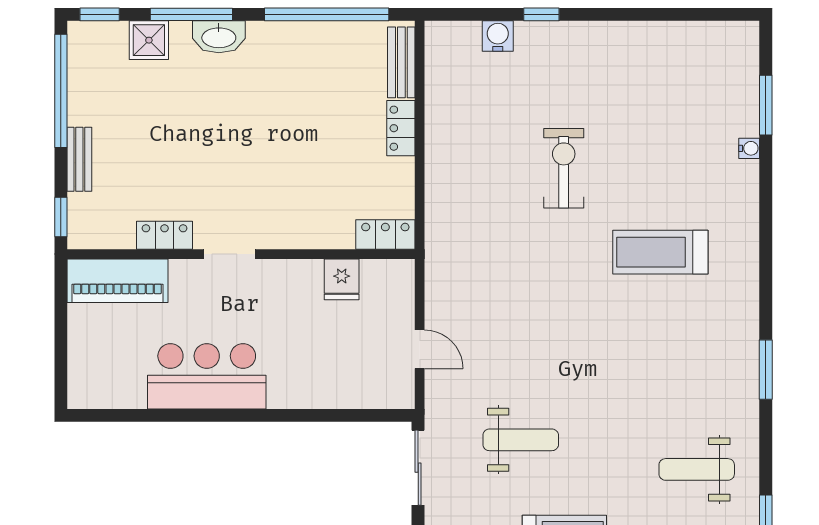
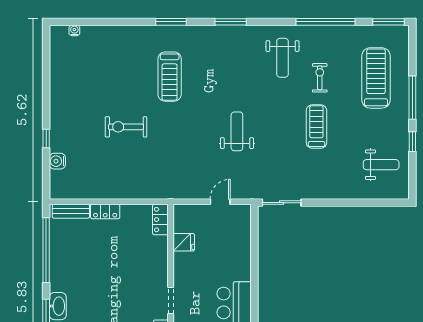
window: (766, 105) -> (171, 22), moved
water cooler: (749, 148) -> (74, 30), moved
weight bench: (521, 440) -> (237, 131), moved

